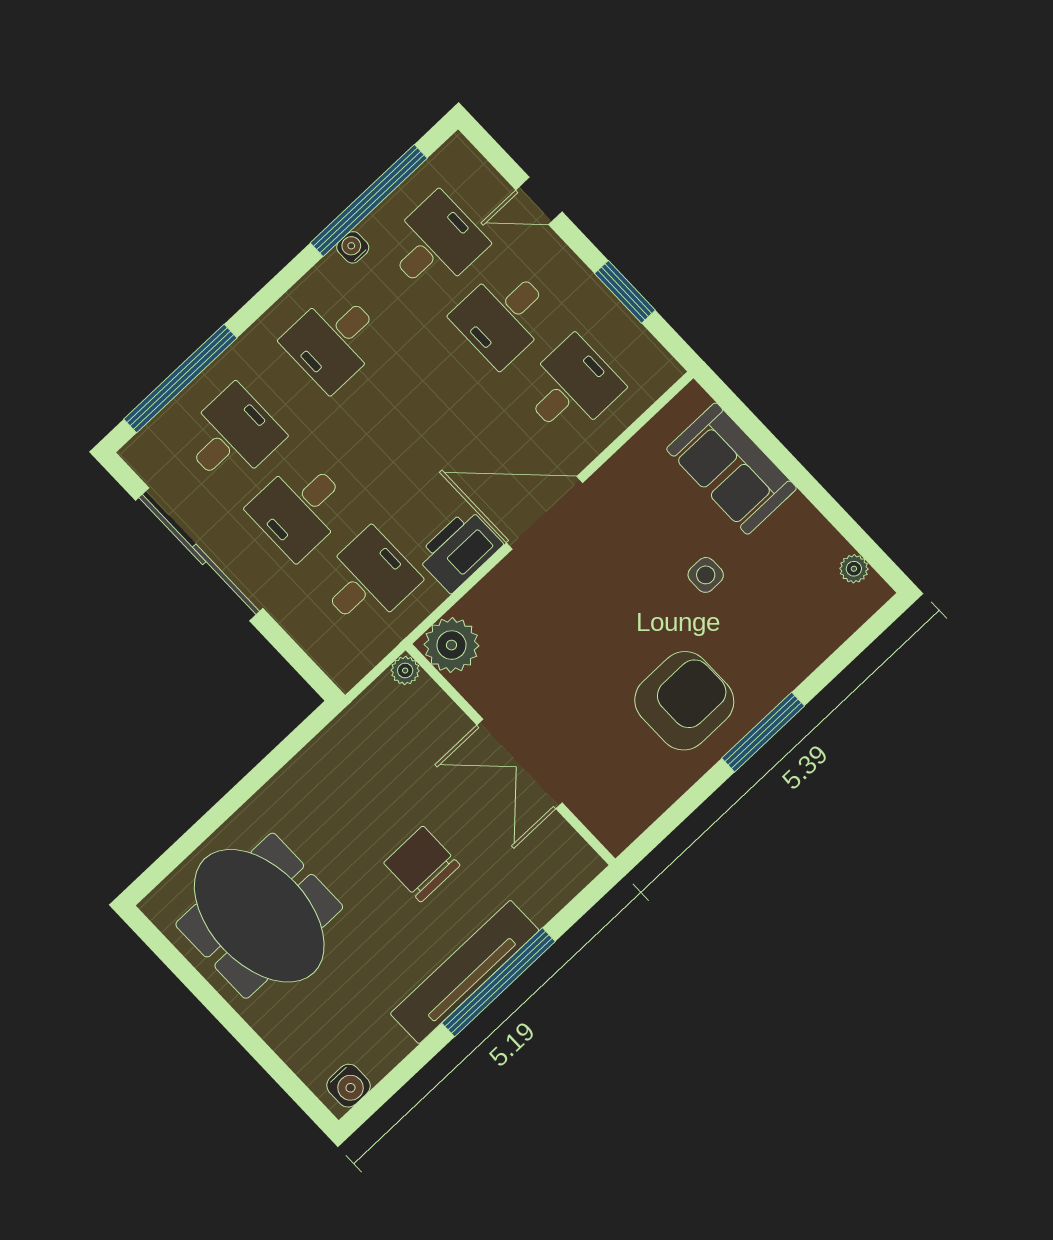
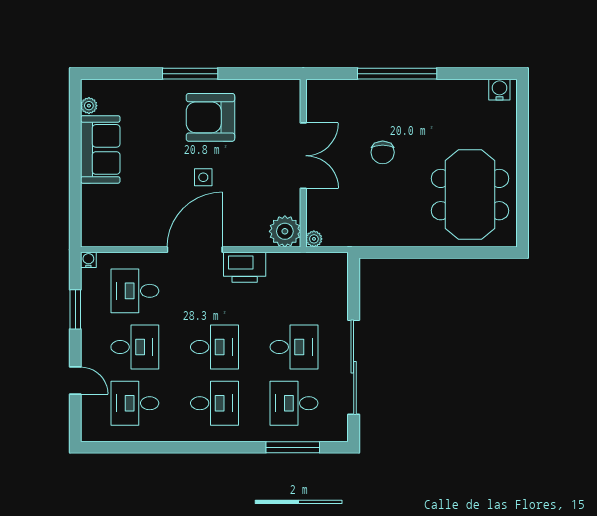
window: (369, 200) -> (145, 447), removed
water cooler: (353, 247) -> (88, 260), moved, turned 180
window: (180, 378) -> (293, 447), width x0.68
sofa: (732, 469) -> (100, 149), moved
door: (544, 513) -> (195, 250), swing flipped
side table: (706, 575) -> (203, 177), moved
desk: (368, 580) -> (214, 347), moved, turned 180
chair: (422, 864) -> (383, 152), width x0.73, depth x0.73
tv unit: (465, 972) -> (407, 91), removed

